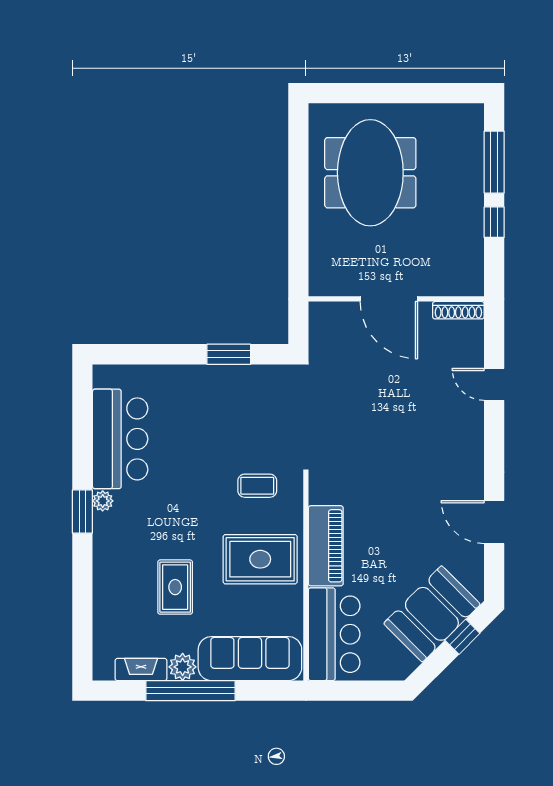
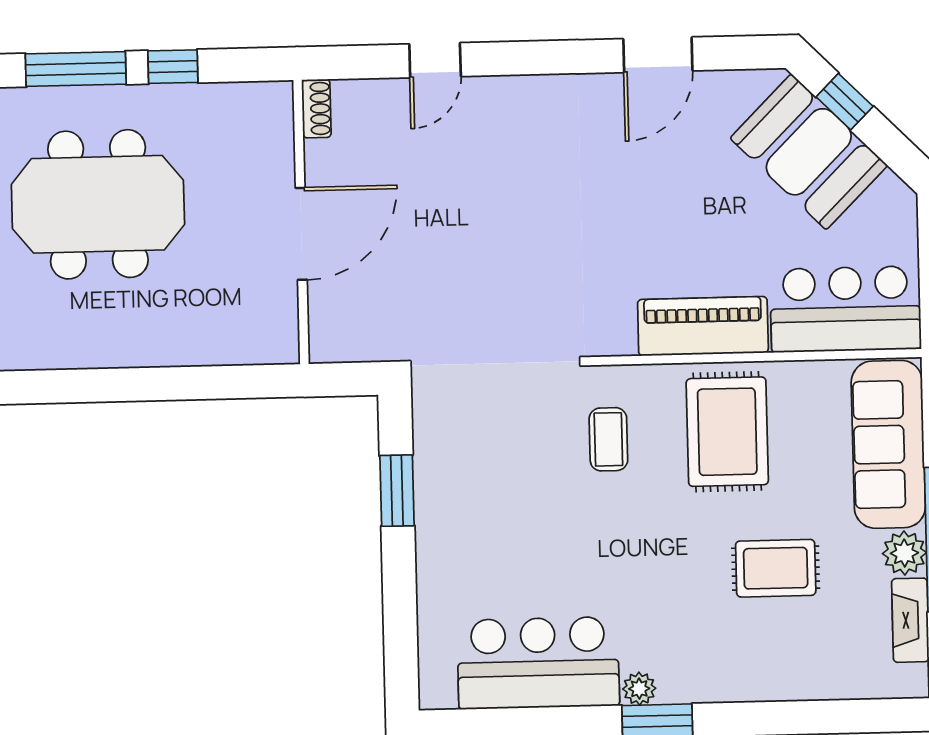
meeting table: (370, 173) -> (98, 204), moved
shoe rack: (458, 310) -> (316, 109), width x0.70

